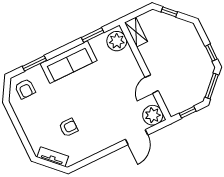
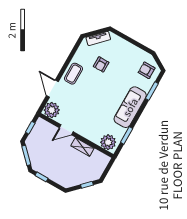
shelving: (136, 32) -> (82, 147), moved
door: (152, 84) -> (66, 130), swing flipped
coffee table: (104, 138) -> (73, 74), added

